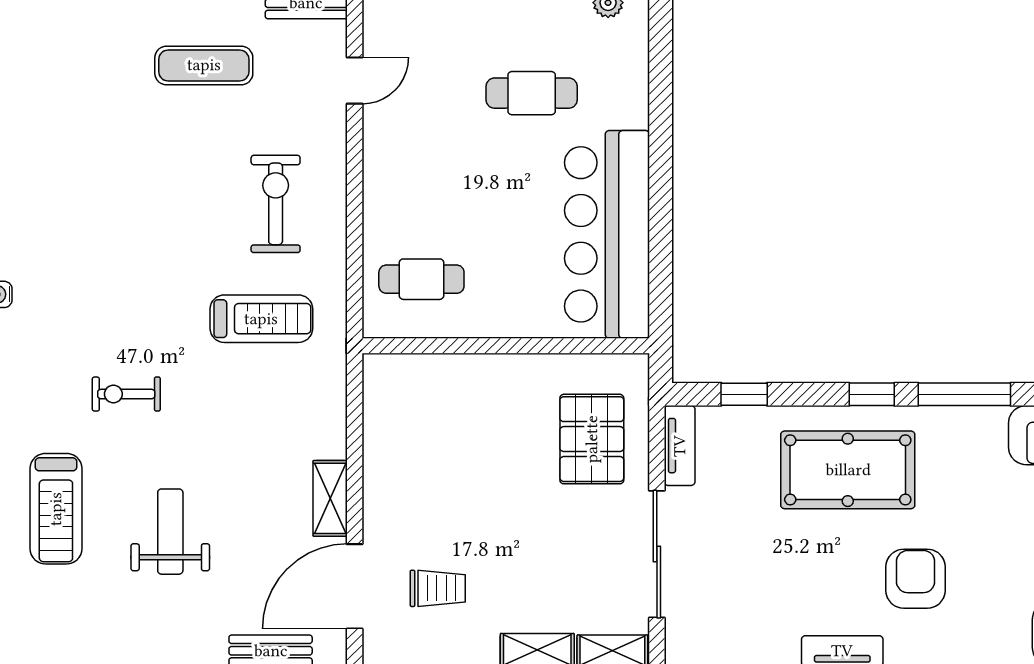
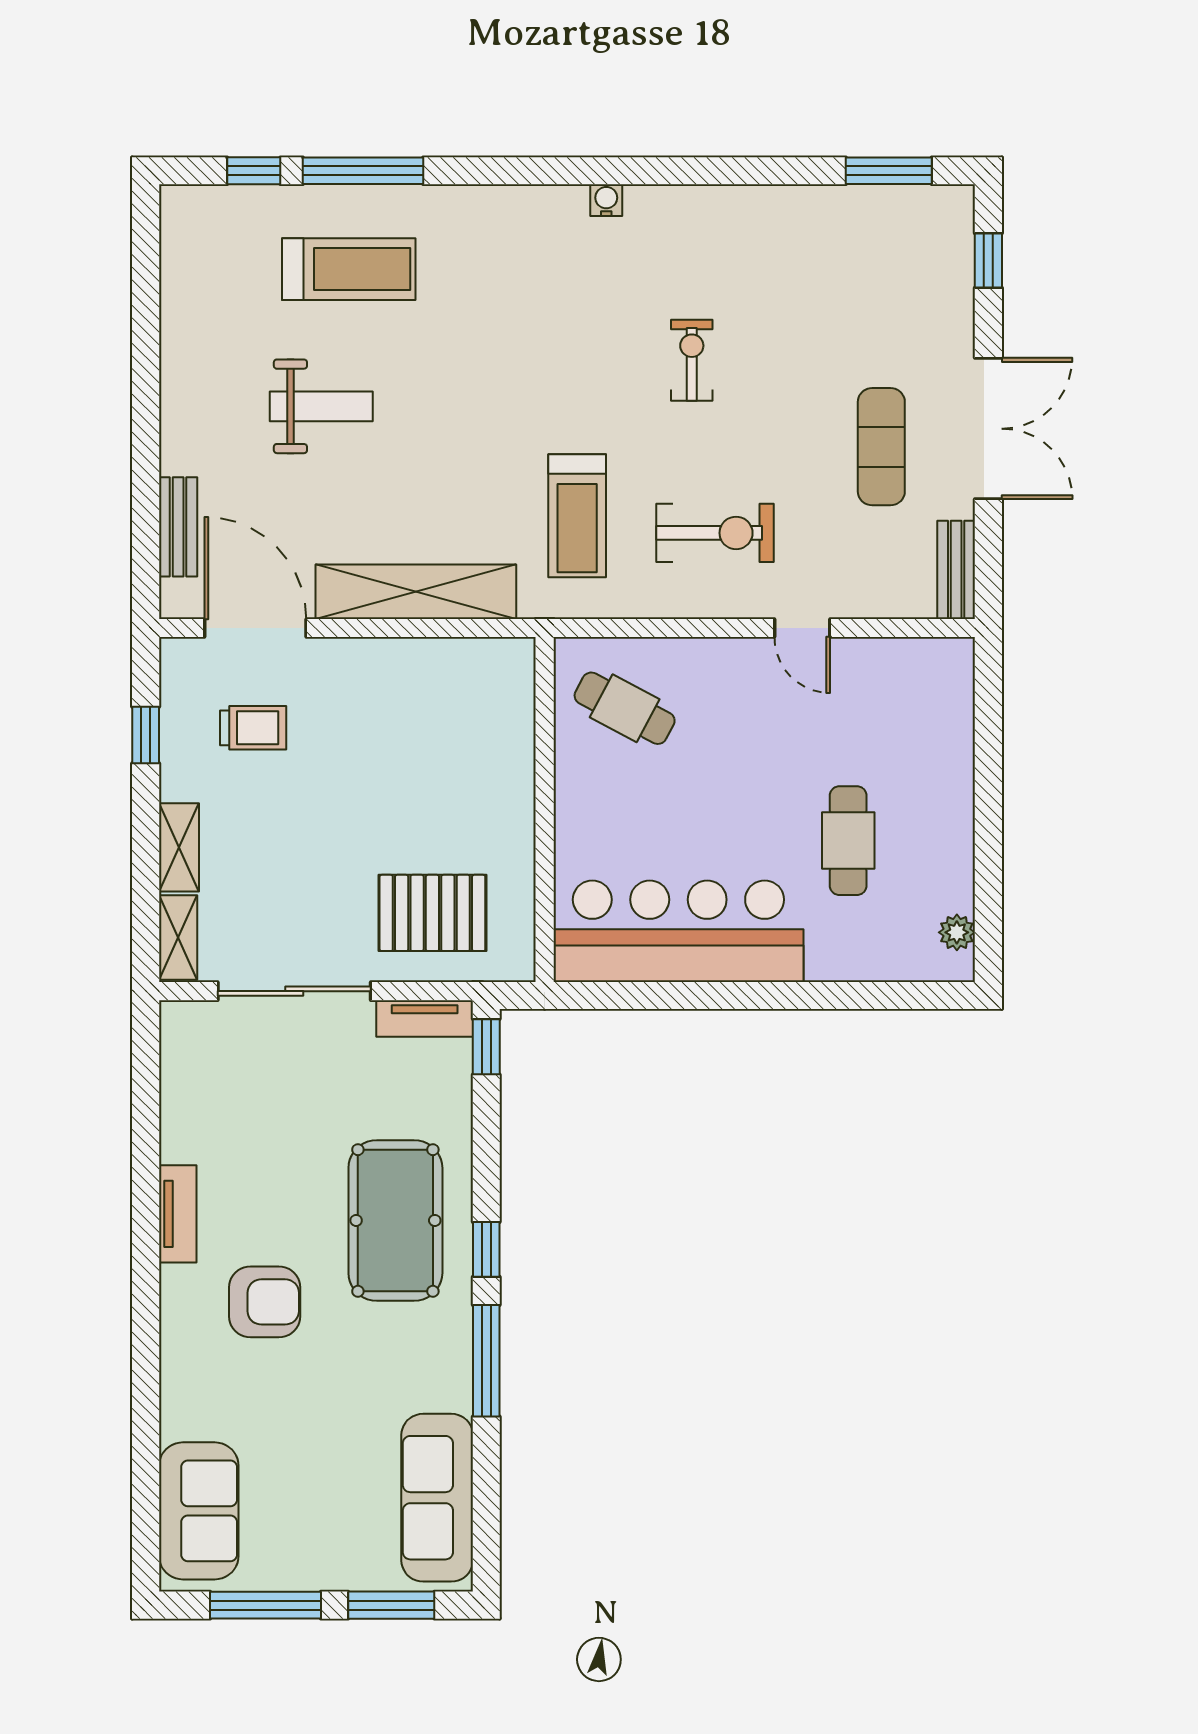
door: (355, 81) -> (802, 628), moved
cafe table: (421, 279) -> (625, 708), turned -62
exercise bike: (126, 394) -> (692, 360), moved
window: (744, 394) -> (486, 1047), moved
shelving: (330, 498) -> (416, 592), width x2.20, depth x1.33
treadmill: (56, 509) -> (349, 269), turned 180
trolley: (438, 588) -> (253, 728), turned -90

